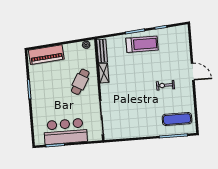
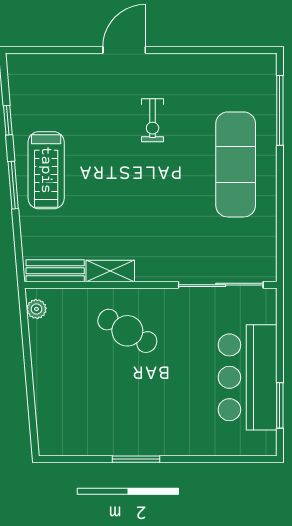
treadmill: (142, 44) -> (46, 170), turned 180
piano: (46, 55) -> (53, 410), removed
exercise mat: (177, 119) -> (236, 164), moved, width x1.36, depth x1.45

